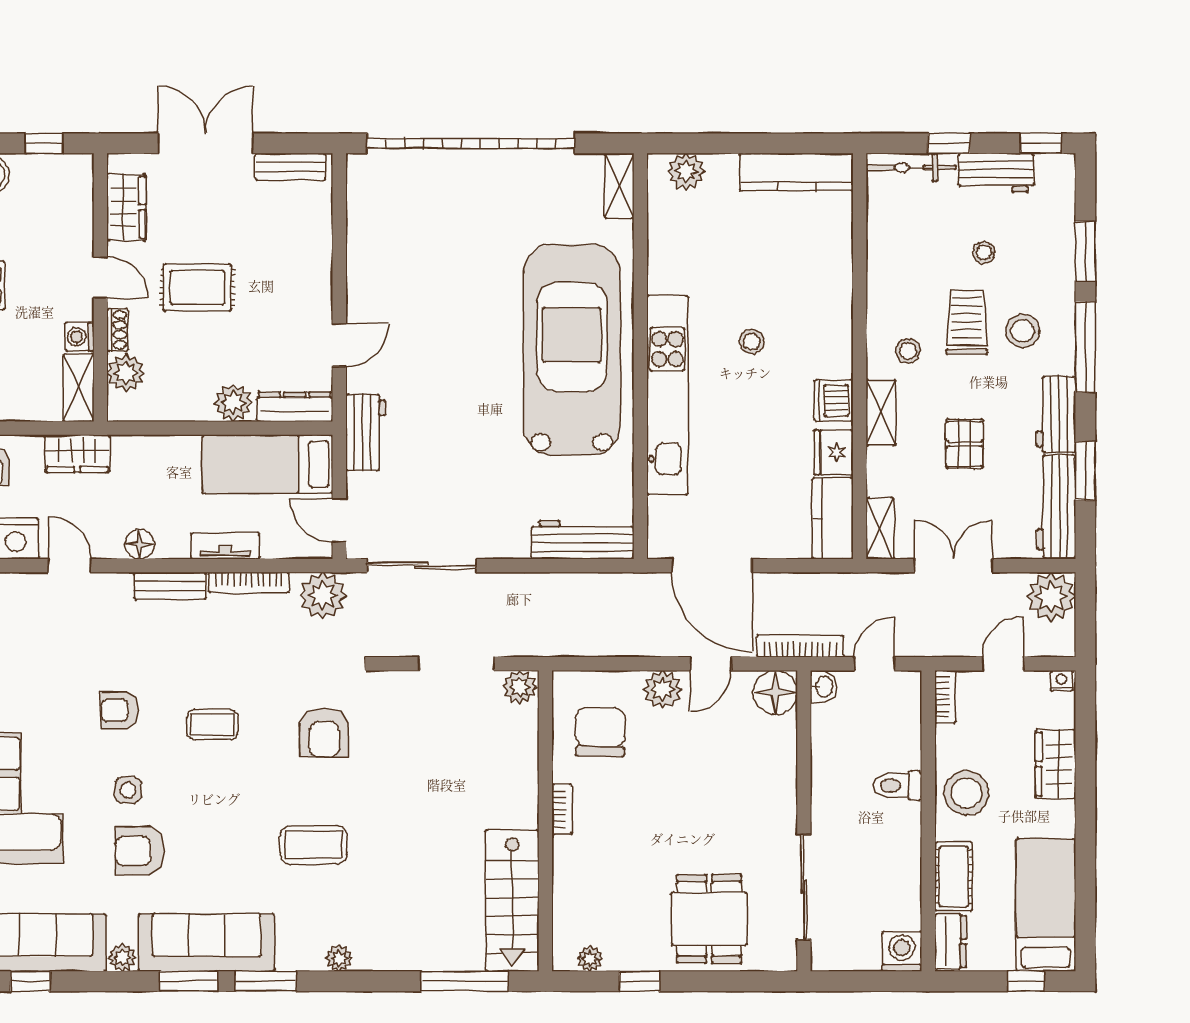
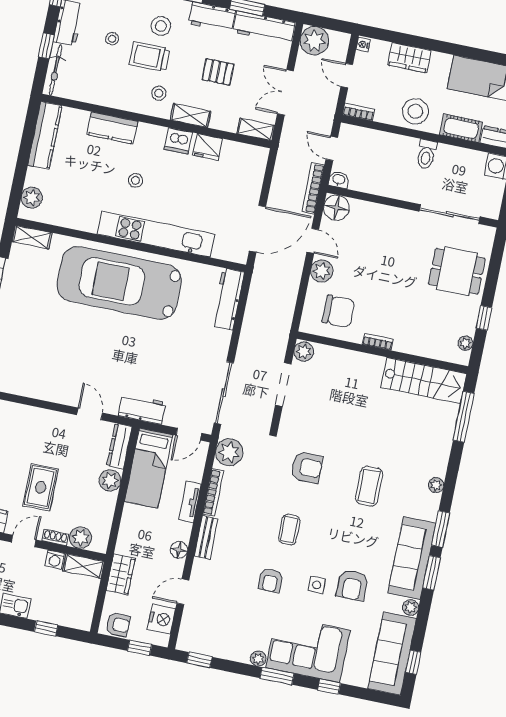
kitchen counter: (833, 518) -> (112, 128), moved
chair: (600, 732) -> (338, 311), turned 180
toilet: (897, 786) -> (426, 154), moved

